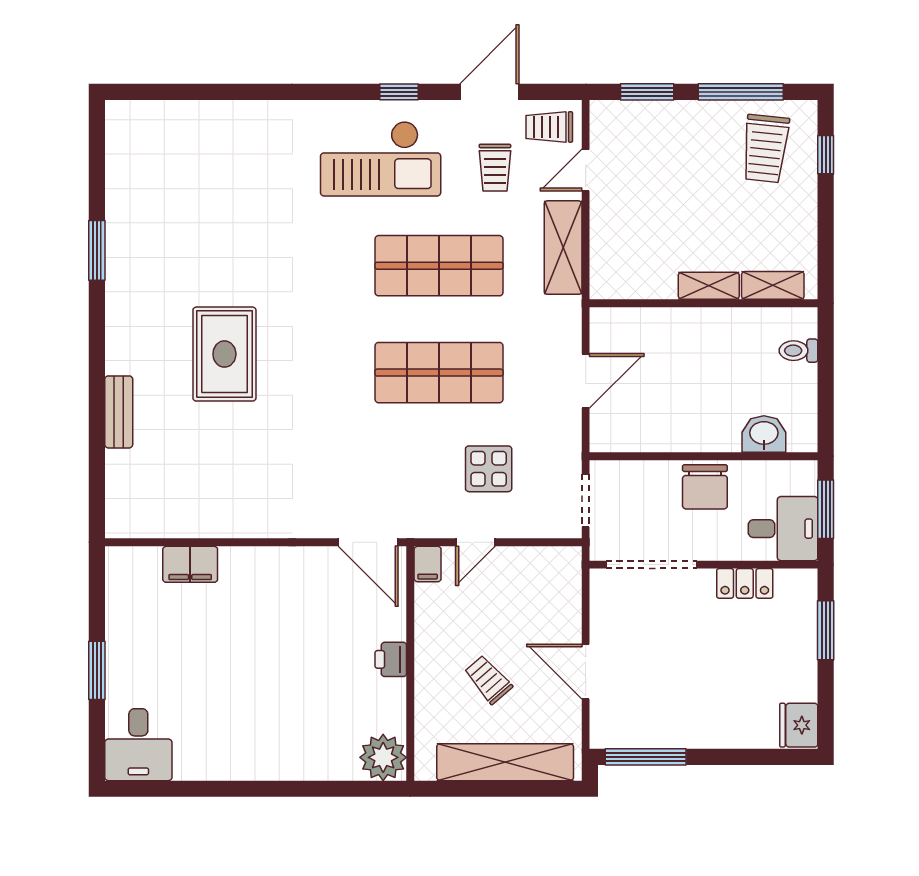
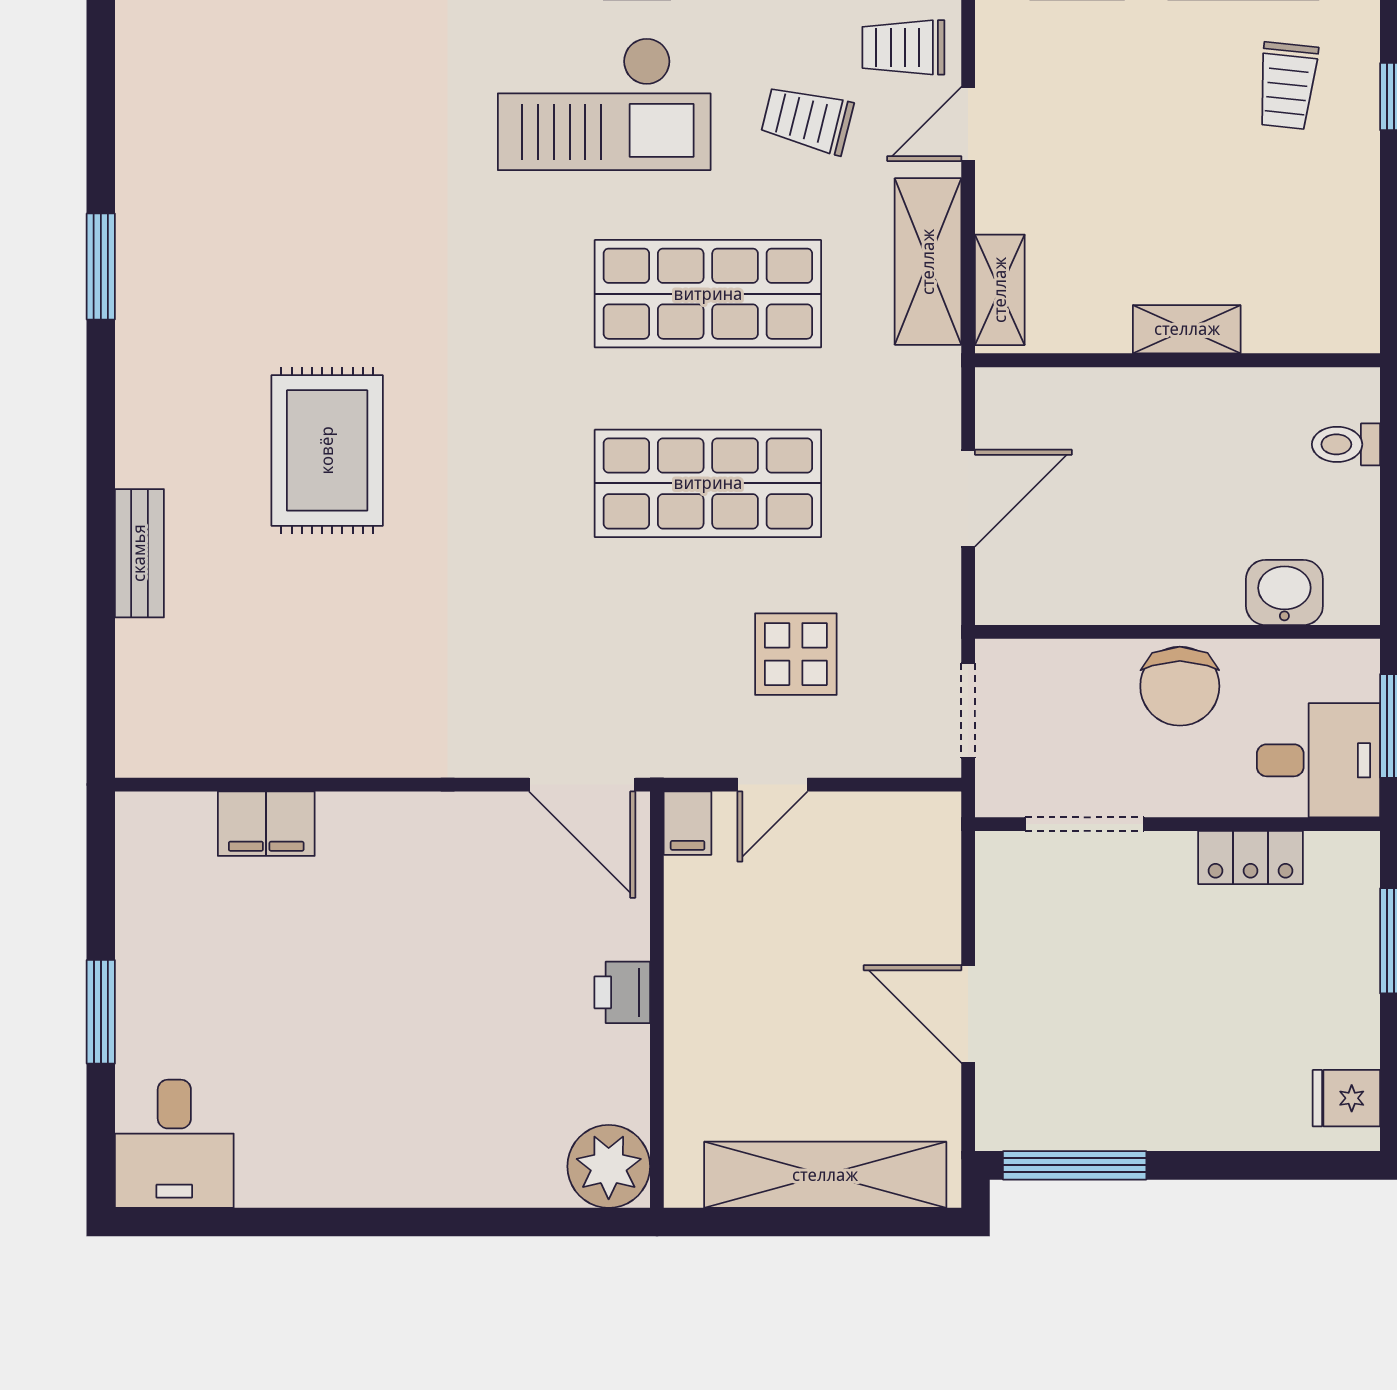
trolley: (765, 149) -> (1287, 86), width x0.73, depth x0.72
trolley: (495, 168) -> (807, 120), turned 104
shelving: (773, 285) -> (1000, 290), moved, turned 90
doorway: (651, 565) -> (1085, 824), width x0.73
trolley: (488, 680) -> (795, 1028), removed
fridge: (799, 725) -> (1346, 1098), width x0.72

